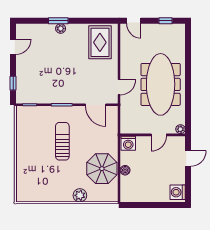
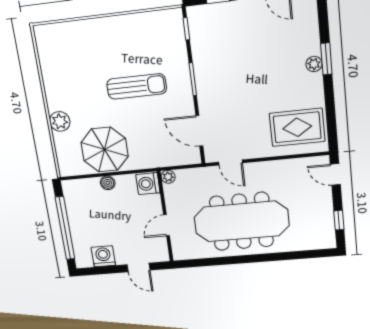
door: (134, 21) -> (335, 174), hinge flipped
door: (96, 105) -> (199, 131), hinge flipped
plant: (180, 129) -> (168, 177), moved
door: (159, 135) -> (167, 225), hinge flipped
washing machine: (178, 192) -> (103, 256), moved
window: (155, 205) -> (65, 228), added

